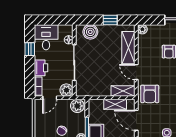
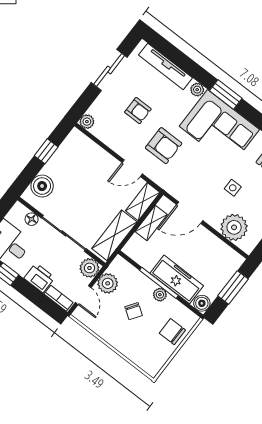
shelving: (128, 48) -> (114, 235), moved, turned 90
armchair: (150, 94) -> (164, 146), moved
plant: (77, 106) -> (108, 283), moved

